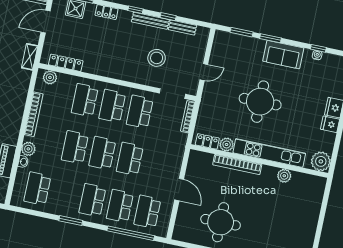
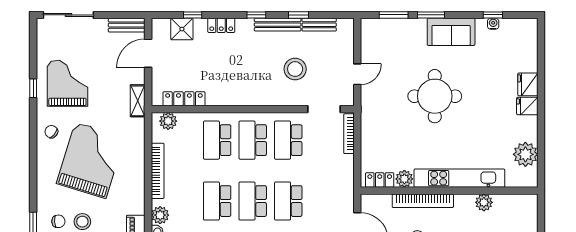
locker: (207, 141) -> (380, 180), moved
plant: (227, 145) -> (404, 179), moved
kitchen unit: (269, 153) -> (459, 178), moved
wall: (259, 161) -> (449, 191), moved
bookcase: (237, 164) -> (423, 201), moved
plant: (284, 176) -> (484, 202), moved

